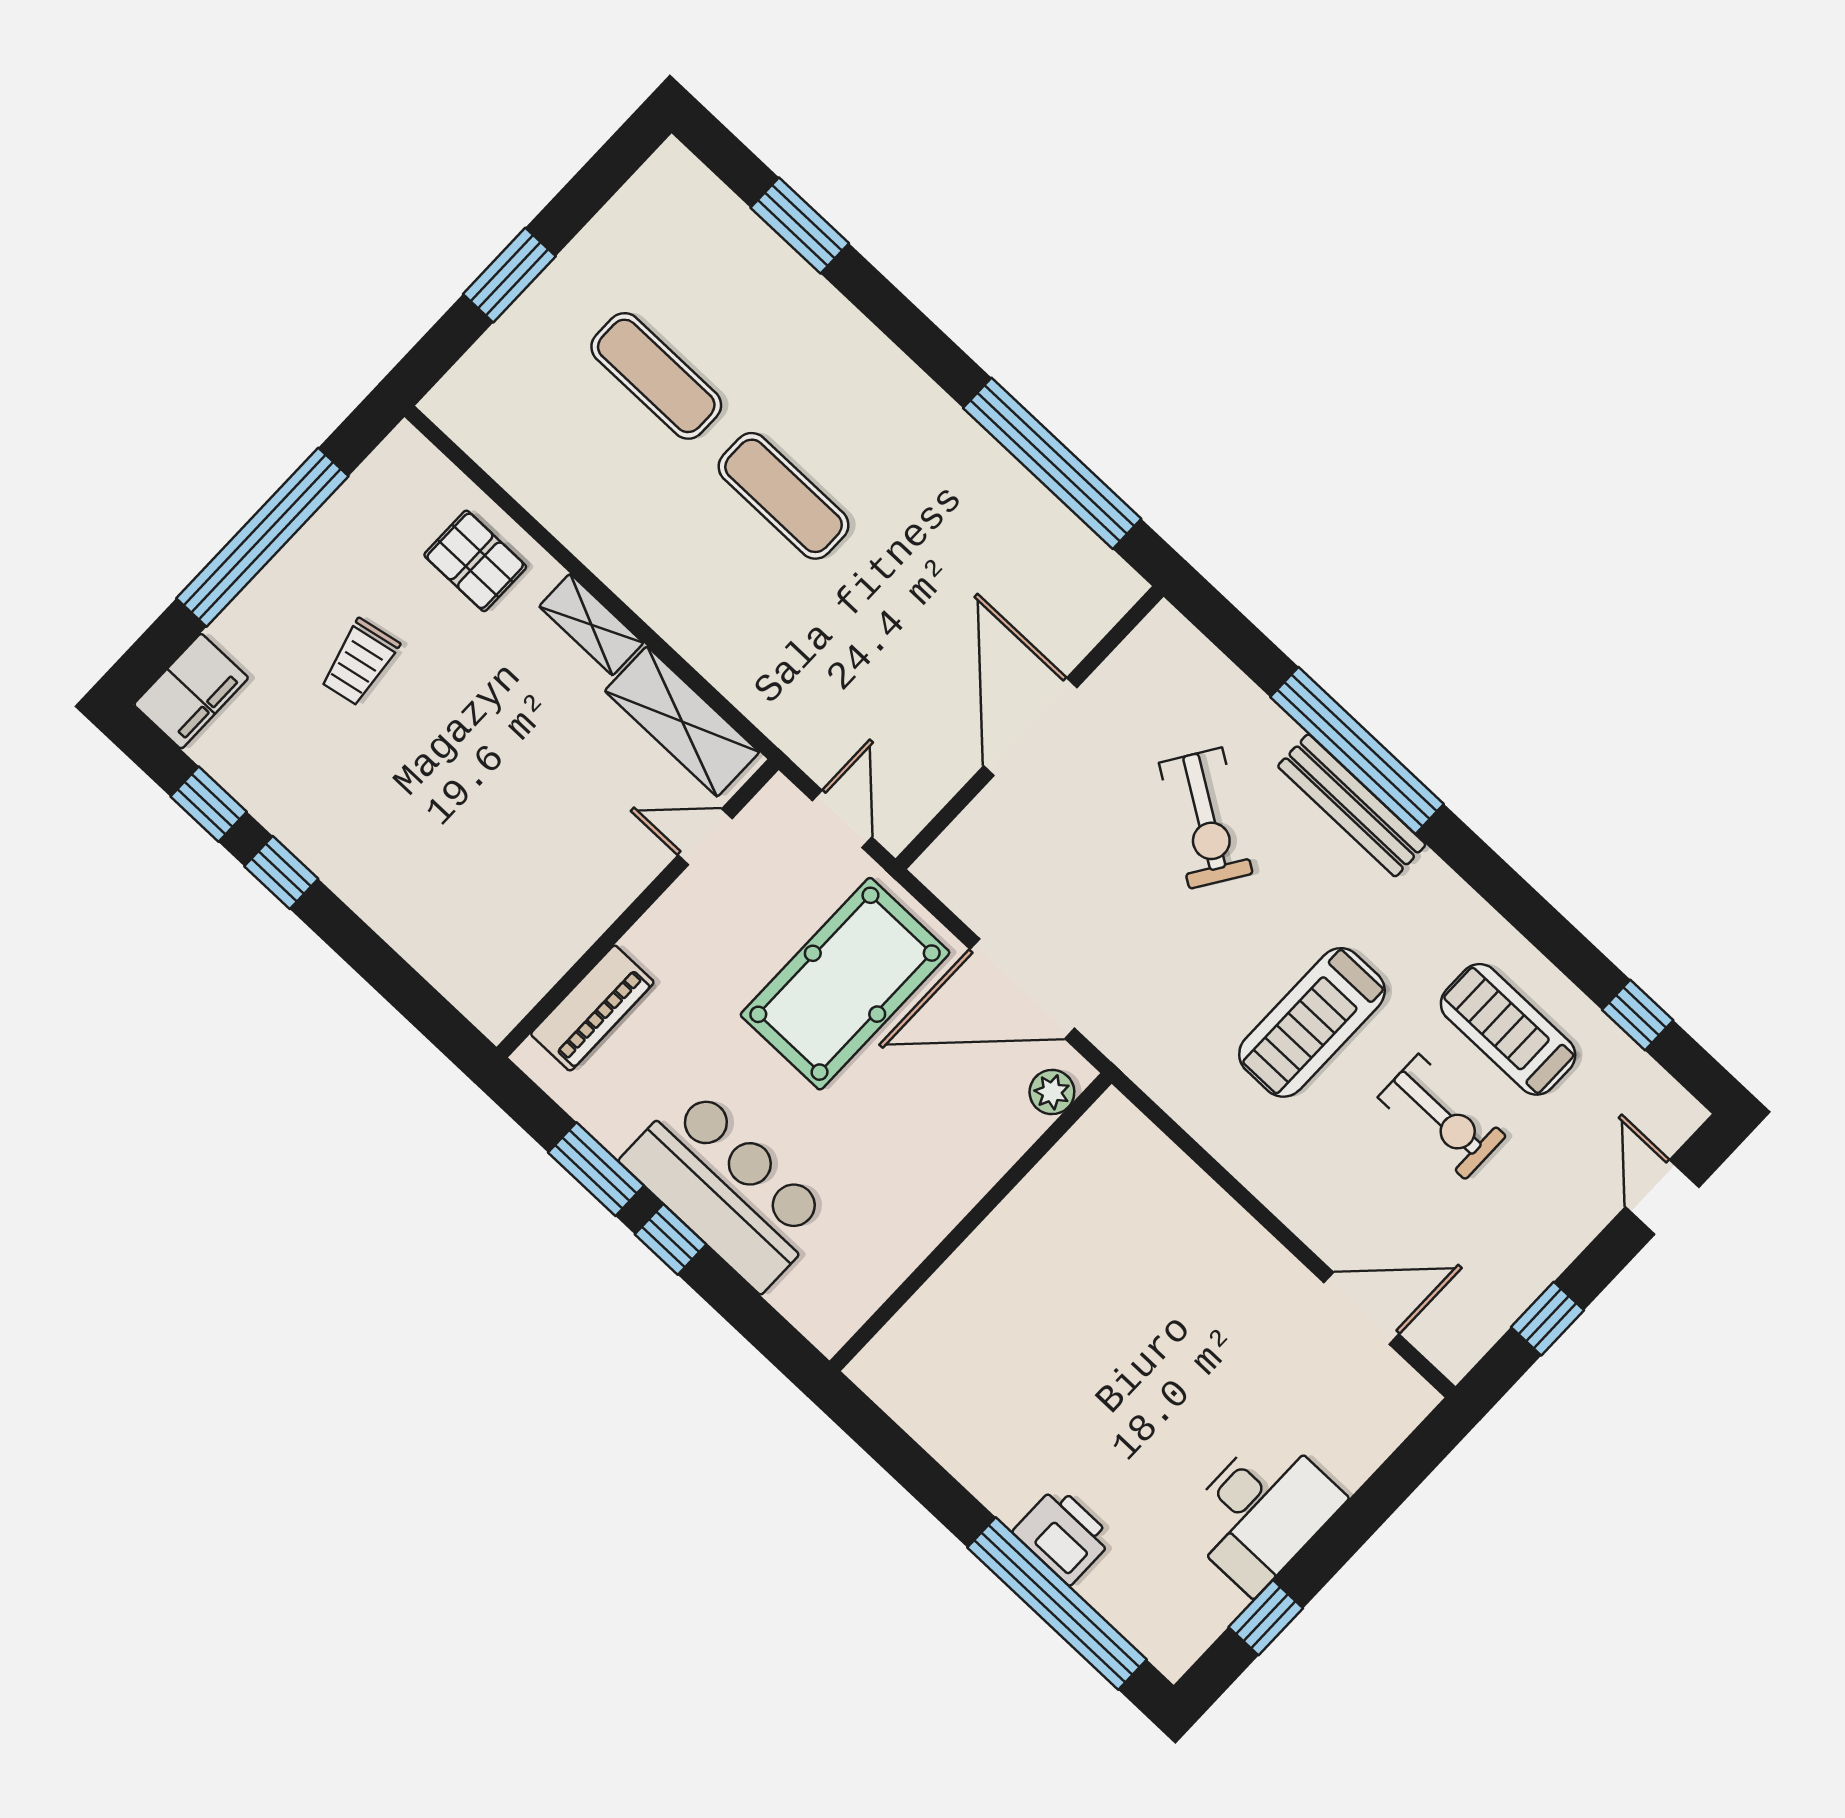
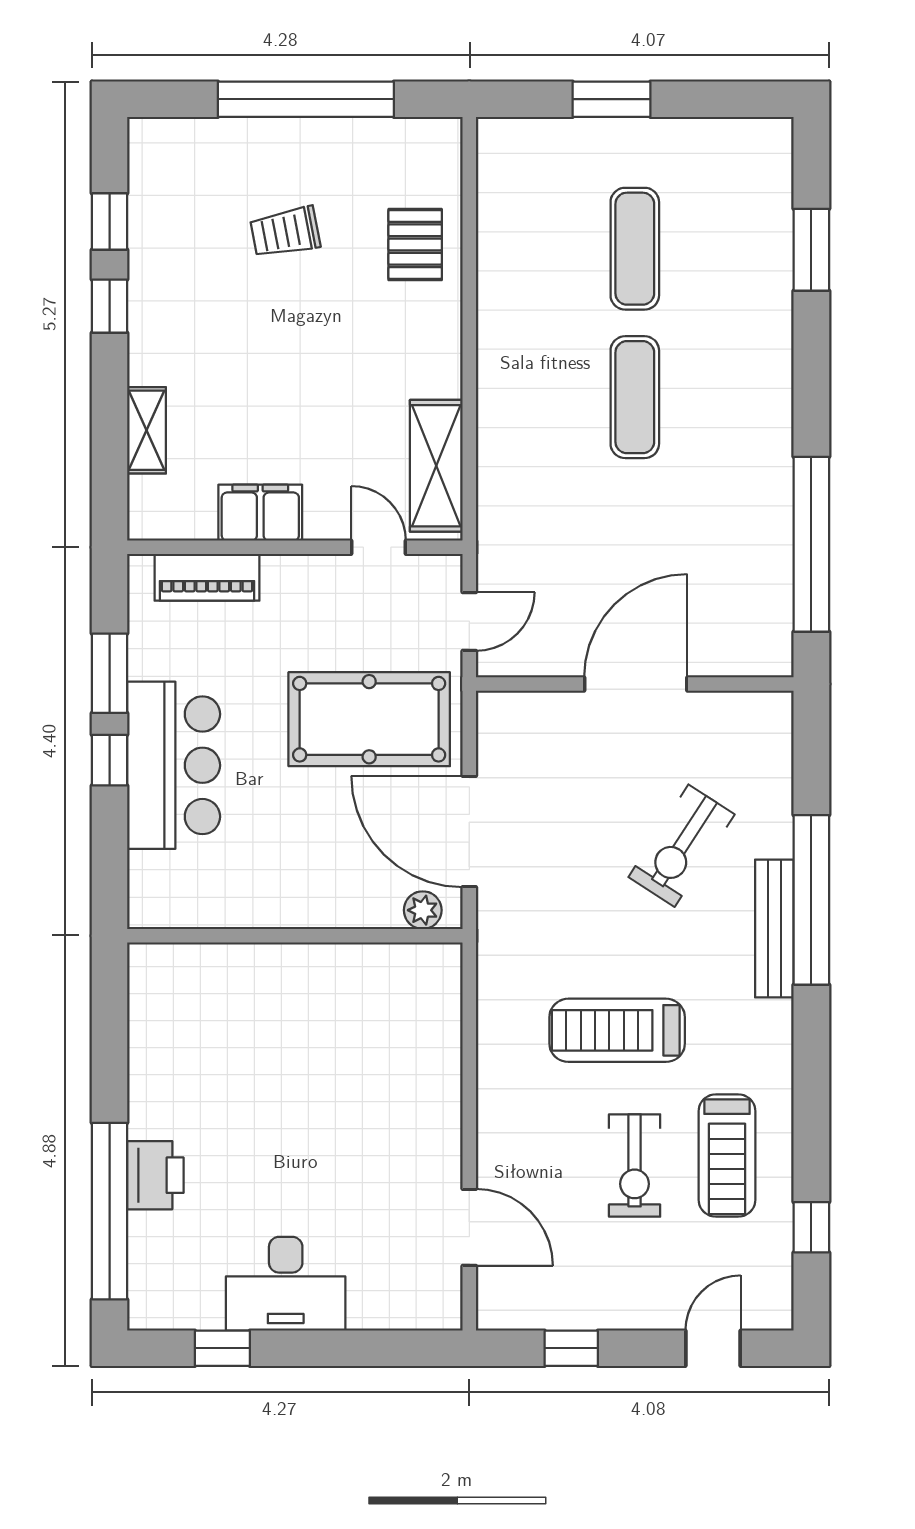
shelving: (591, 625) -> (147, 430), moved
filing cabinet: (191, 691) -> (260, 513), moved, turned 180
treadmill: (1508, 1029) -> (727, 1156), turned 180

